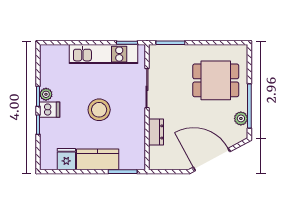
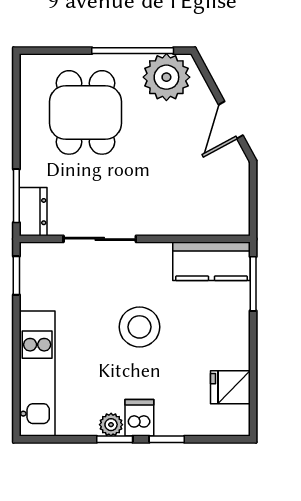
kitchen unit: (104, 54) -> (37, 373), moved
plant: (241, 118) -> (166, 77), width x1.88, depth x1.88
dresser: (156, 132) -> (33, 212), moved, turned 90
kitchen counter: (98, 159) -> (211, 261), moved, turned -90
door: (212, 159) -> (231, 120), width x0.53

